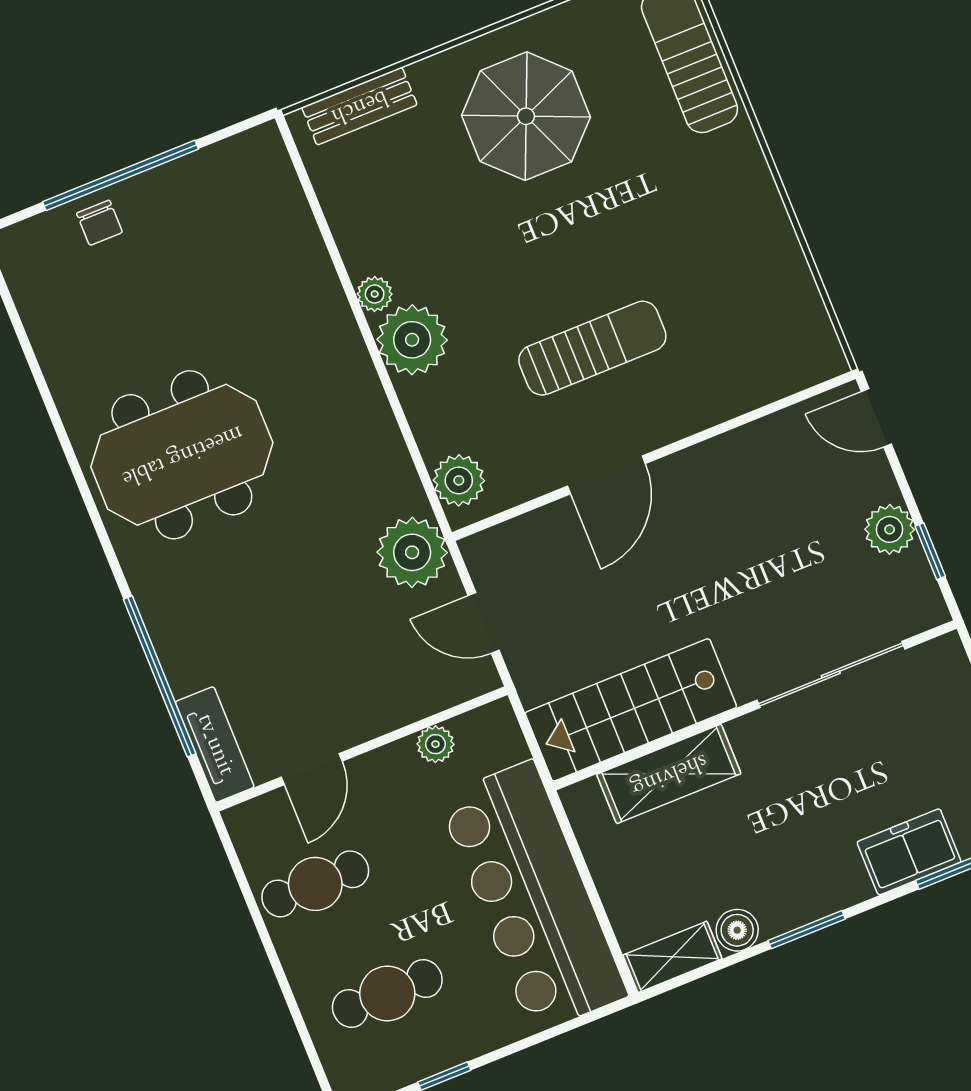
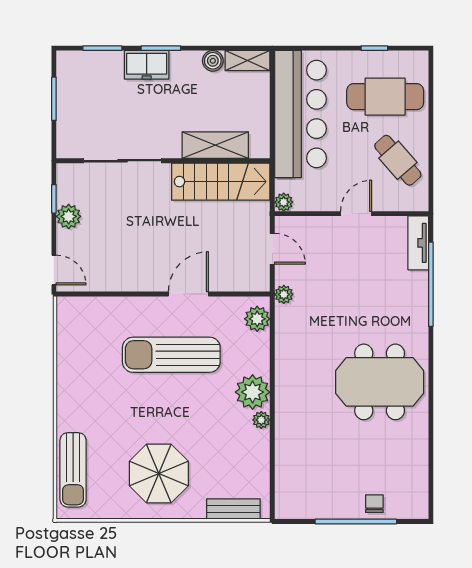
sun lounger: (592, 348) -> (171, 355), width x1.36, depth x1.34
plant: (412, 552) -> (284, 294), width x0.53, depth x0.53
plant: (435, 744) -> (284, 202), moved
door: (312, 769) -> (356, 214), moved
freezer: (909, 852) -> (147, 65), moved
cafe table: (315, 884) -> (398, 160), turned 49
window: (807, 930) -> (161, 48), moved
cafe table: (387, 993) -> (385, 97), width x1.37, depth x1.35

